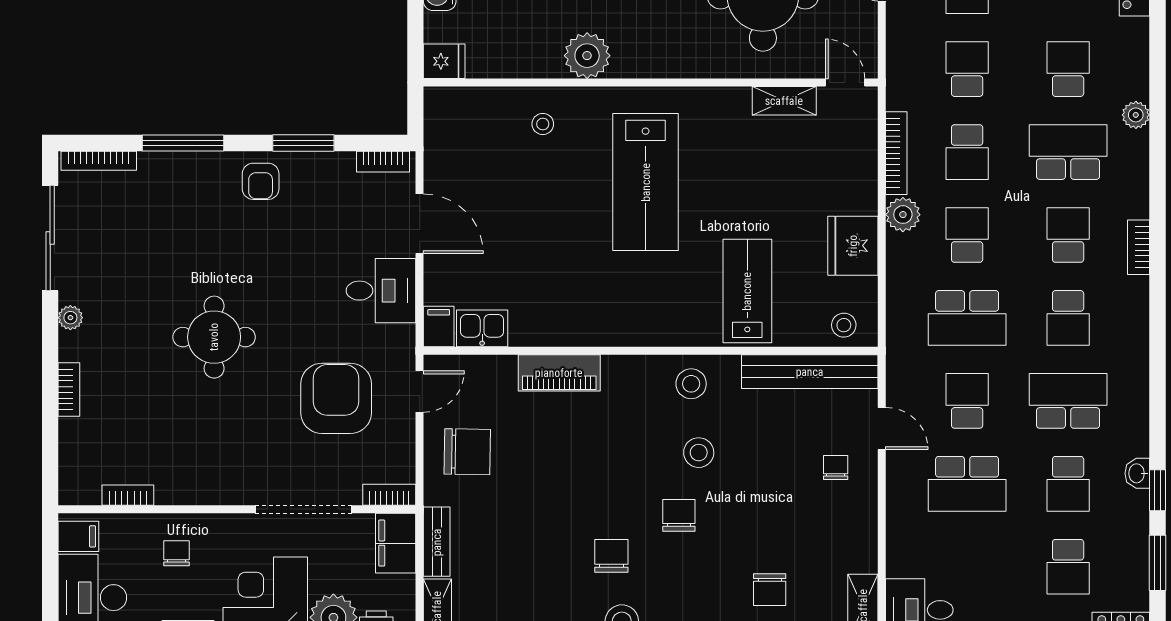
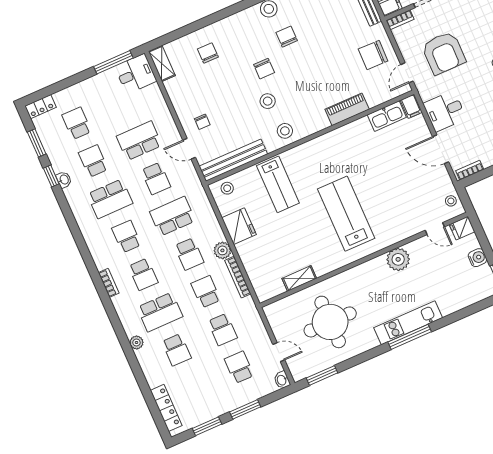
door: (845, 83) -> (435, 229), moved
stool: (543, 124) -> (451, 201), moved
kitchen sink: (482, 328) -> (387, 116), width x1.38
chair: (611, 556) -> (287, 37), turned 180

